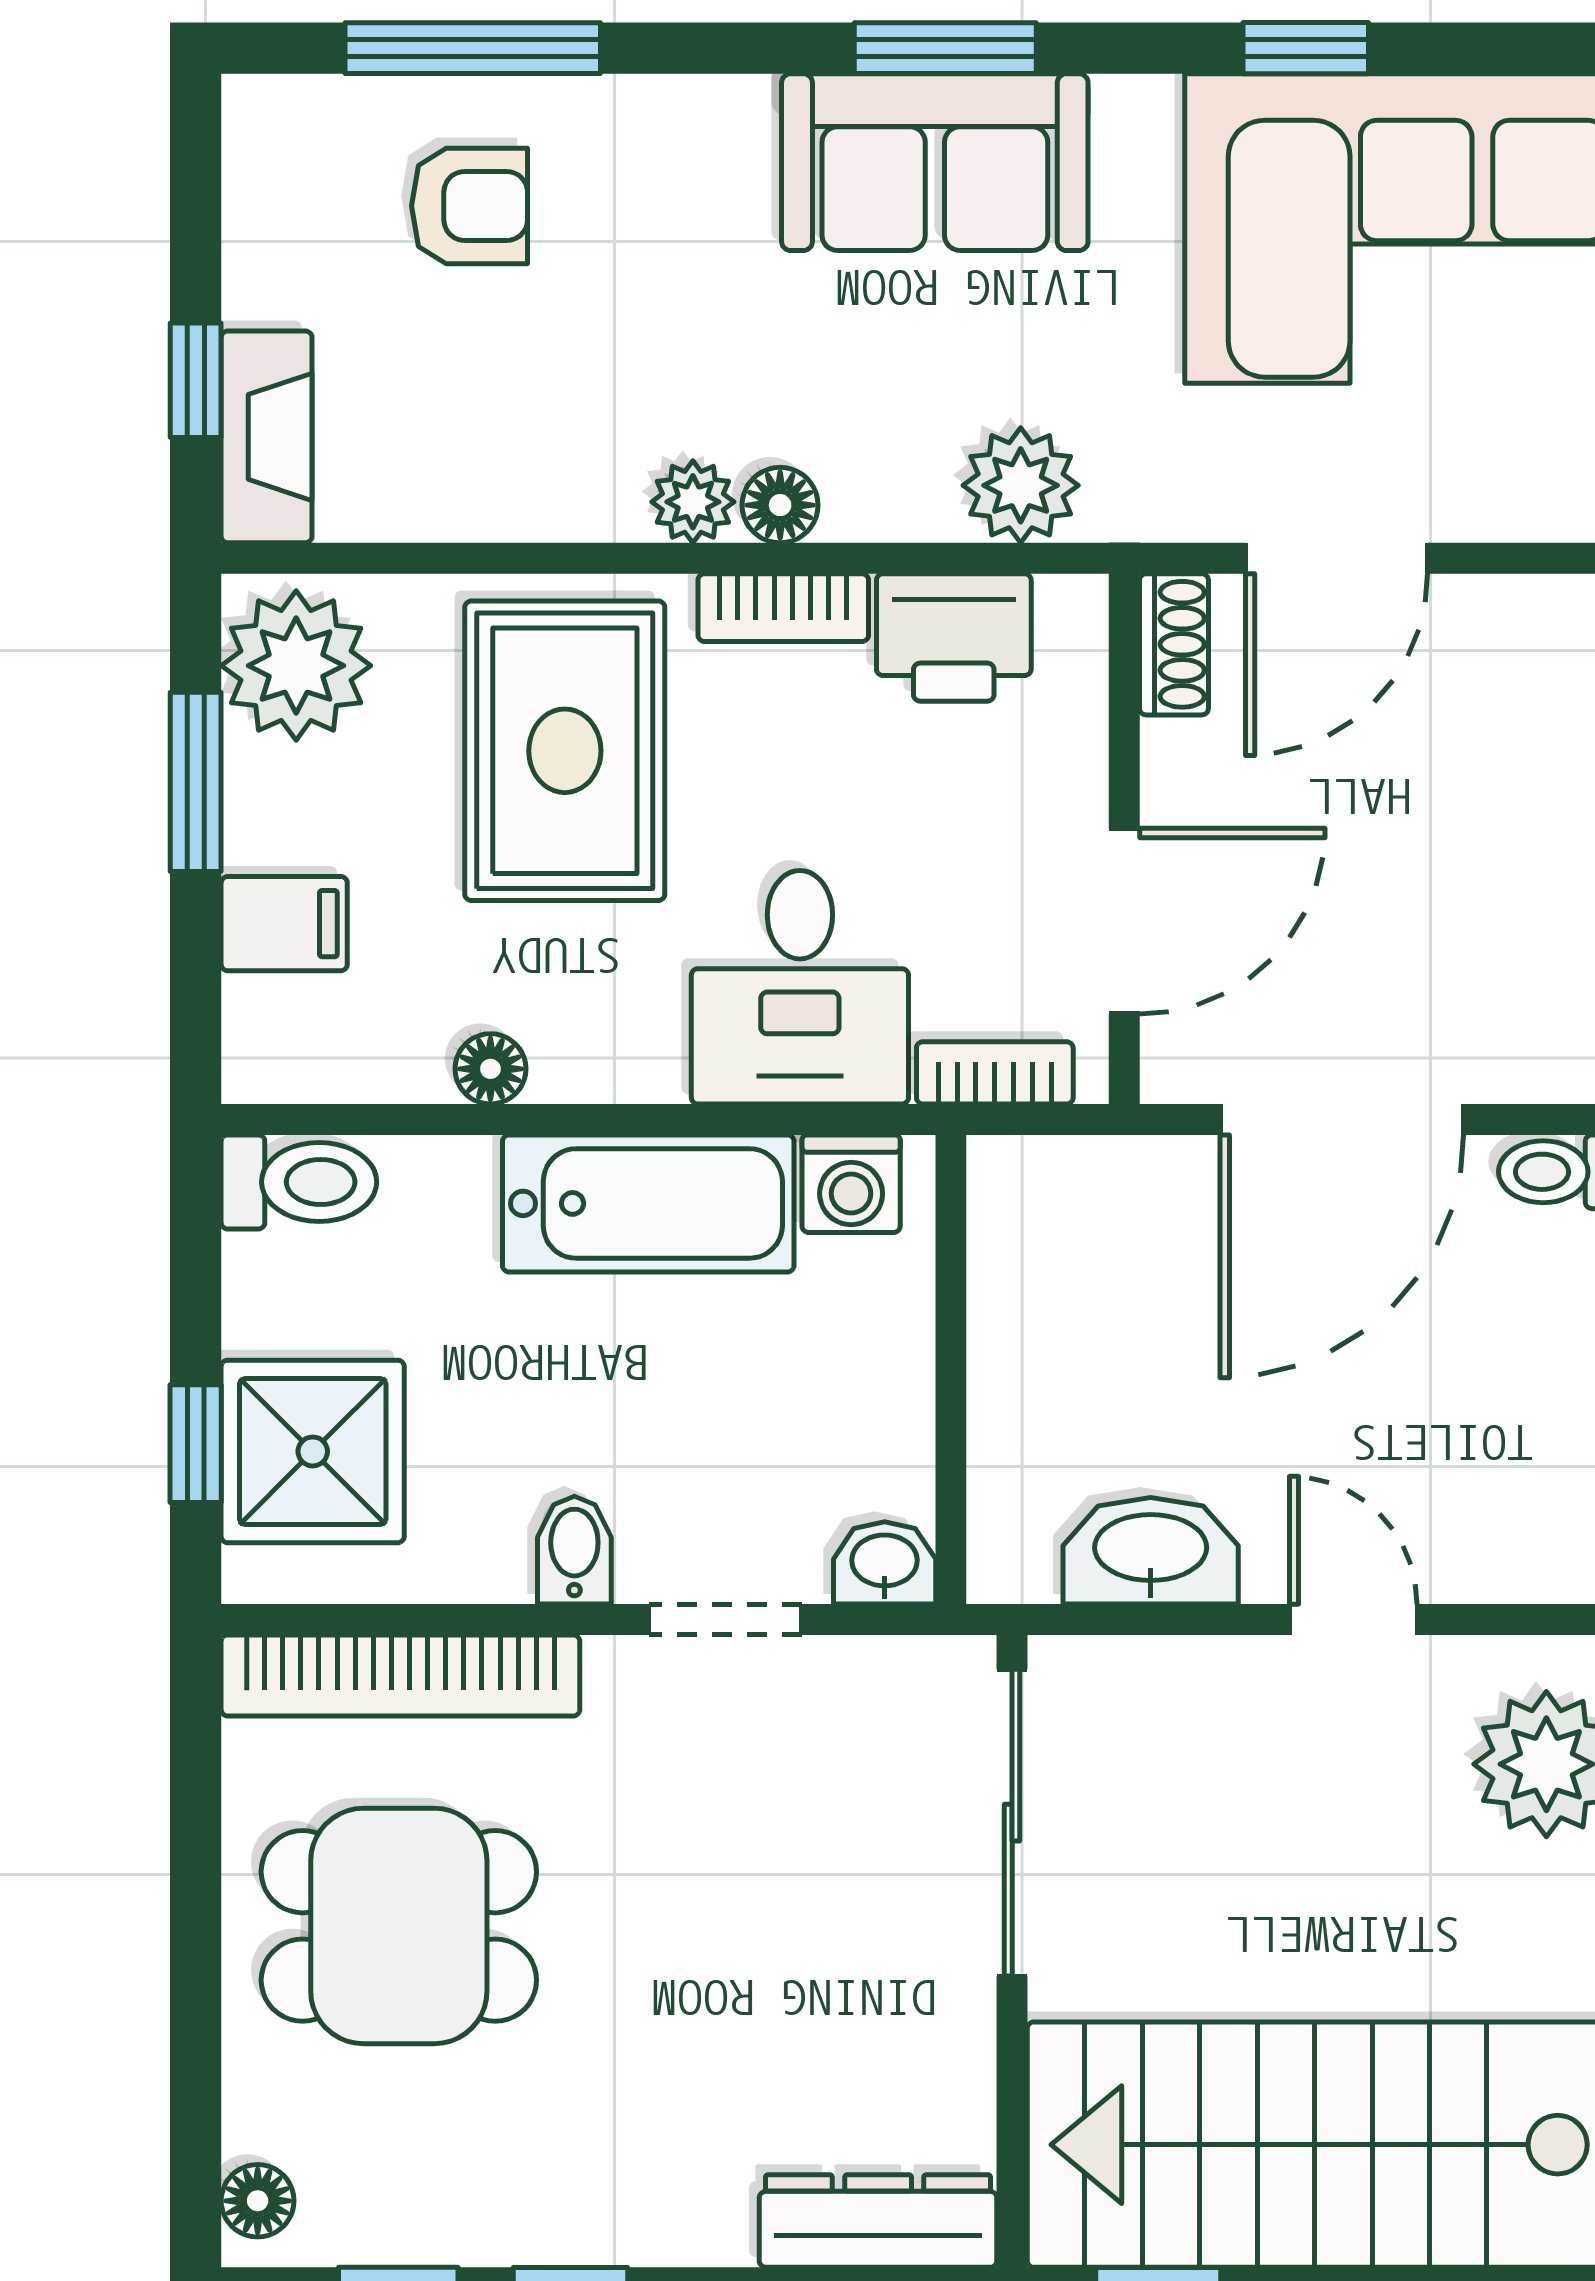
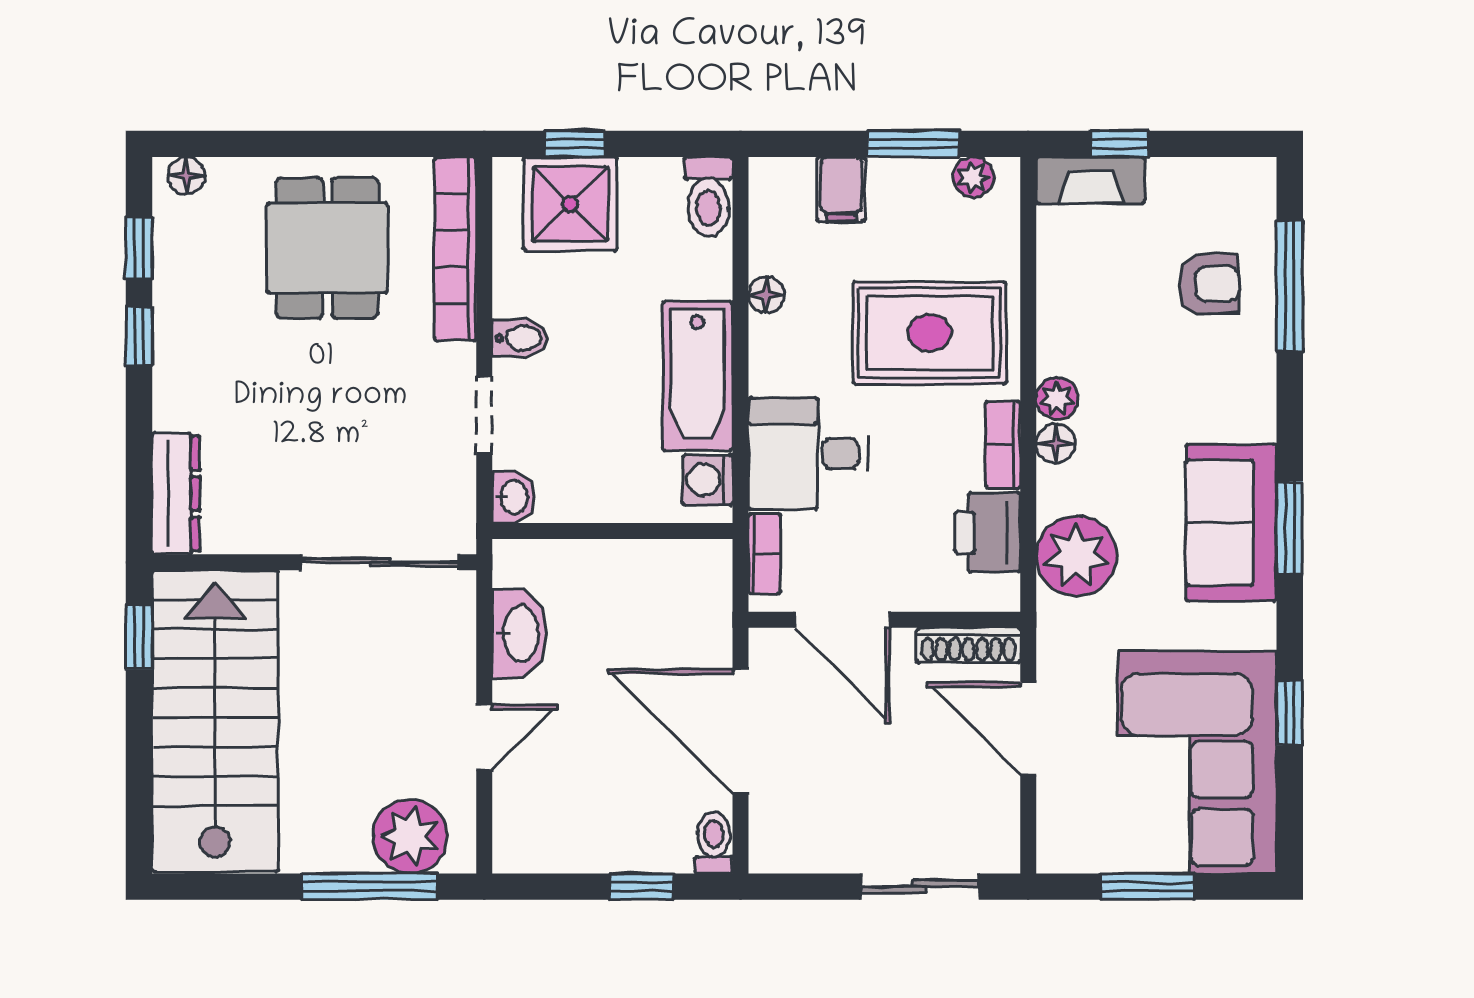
armchair: (469, 206) -> (1209, 284), turned -92
plant: (1021, 485) -> (1076, 556), width x1.36, depth x1.36
shoe rack: (1174, 644) -> (969, 645), width x1.43
plant: (296, 666) -> (973, 177), width x0.53, depth x0.53

